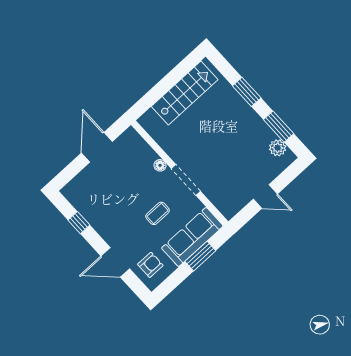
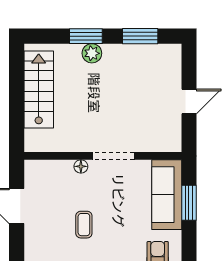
plant: (278, 148) -> (92, 53), moved
coffee table: (158, 213) -> (84, 225), moved

